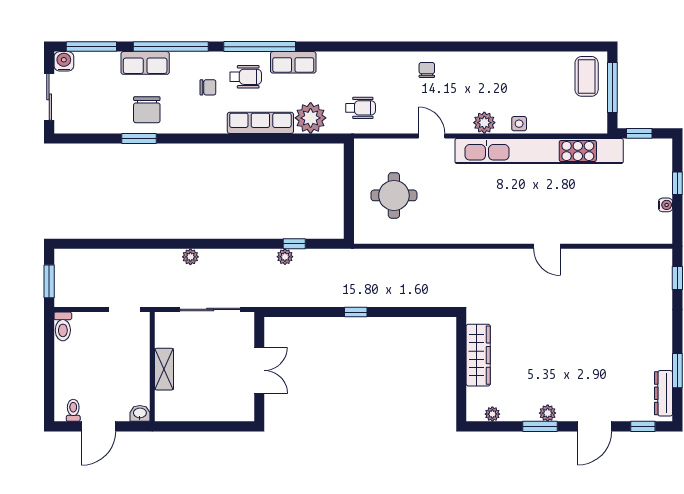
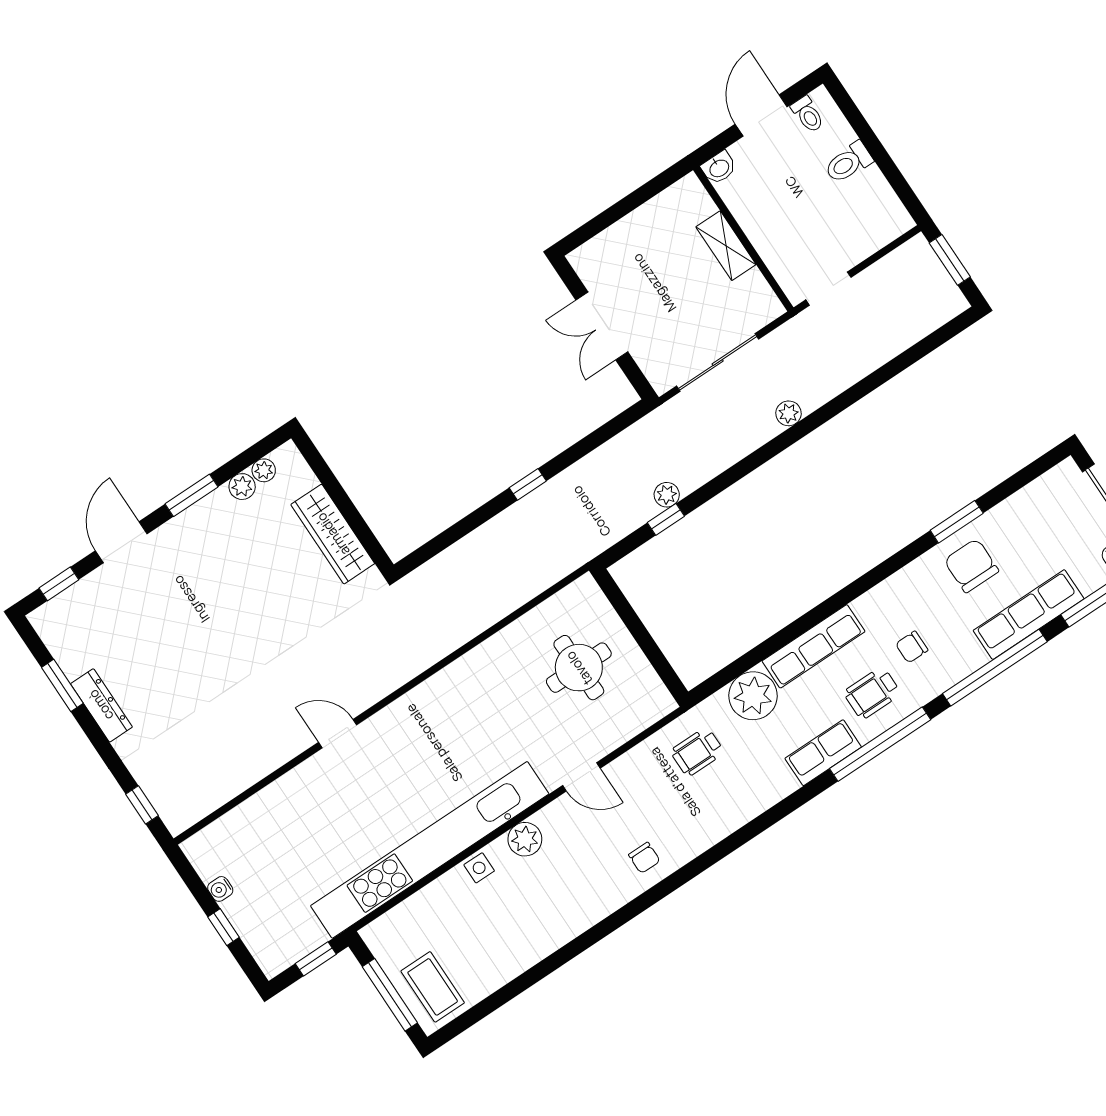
row of seats: (145, 63) -> (1029, 615), width x1.48
toilet: (63, 326) -> (848, 163), moved, turned -90
dresser: (664, 393) -> (101, 705), moved
plant: (548, 413) -> (242, 487), moved

